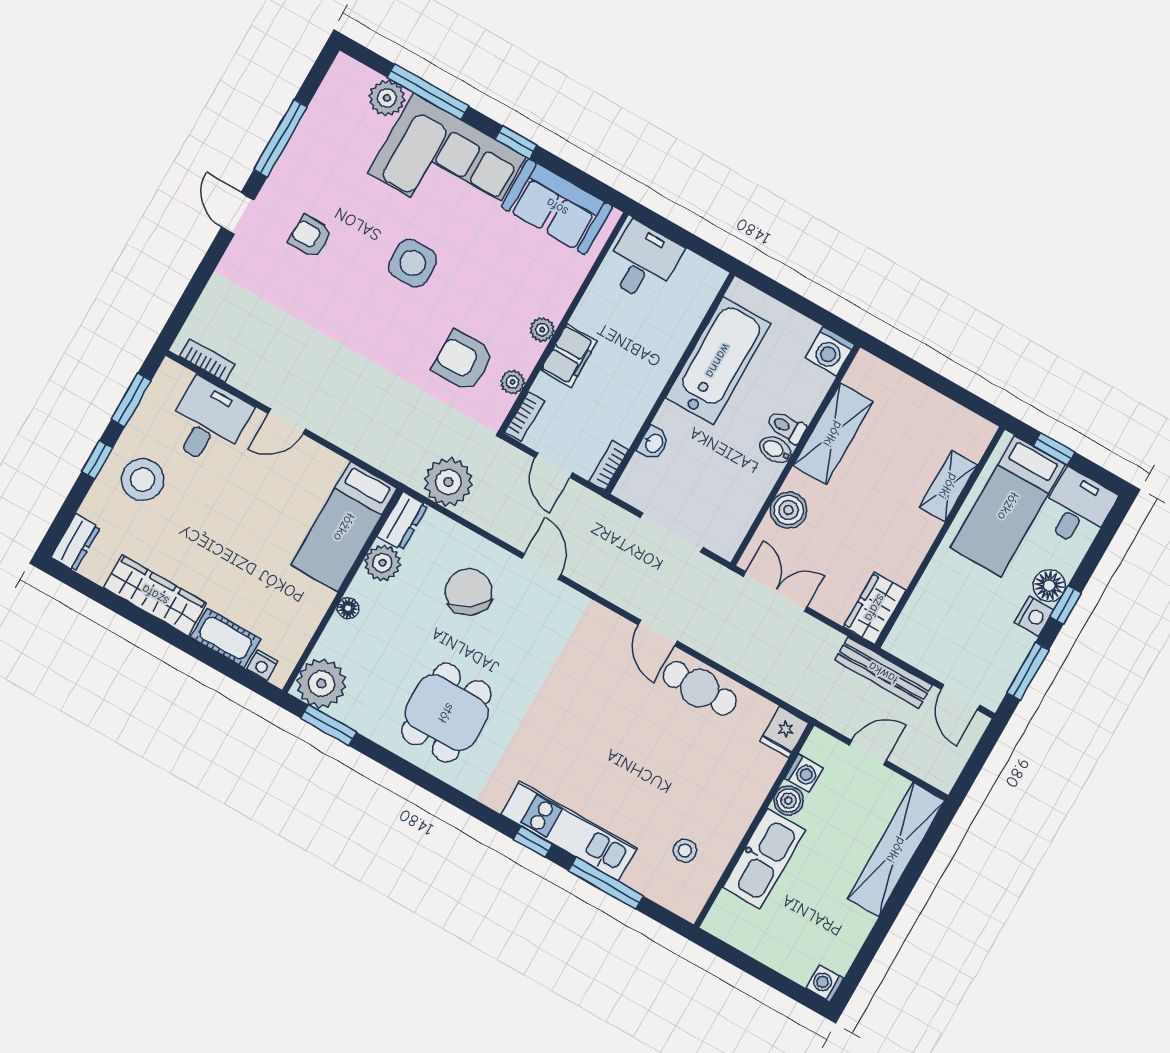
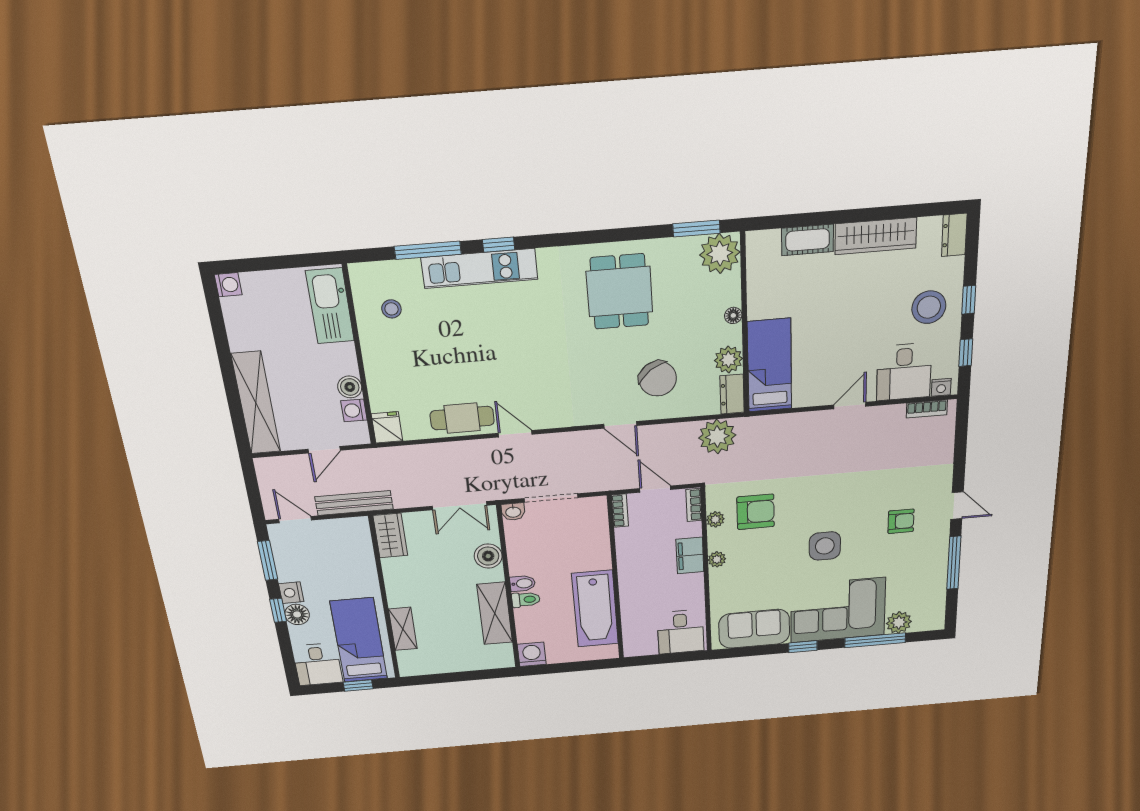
window: (131, 400) -> (966, 353), width x0.67
washbasin: (653, 443) -> (513, 512), moved, turned -90
nightstand: (262, 665) -> (941, 387), moved, turned 180
kitchen sink: (764, 859) -> (330, 306), moved

